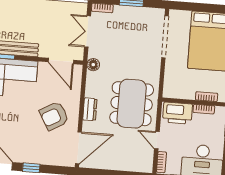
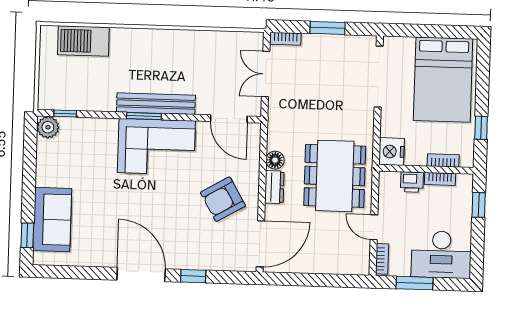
floor lamp: (93, 65) -> (275, 160), moved
nightstand: (171, 89) -> (392, 152), added
printer: (177, 113) -> (412, 182), width x0.53, depth x0.68

